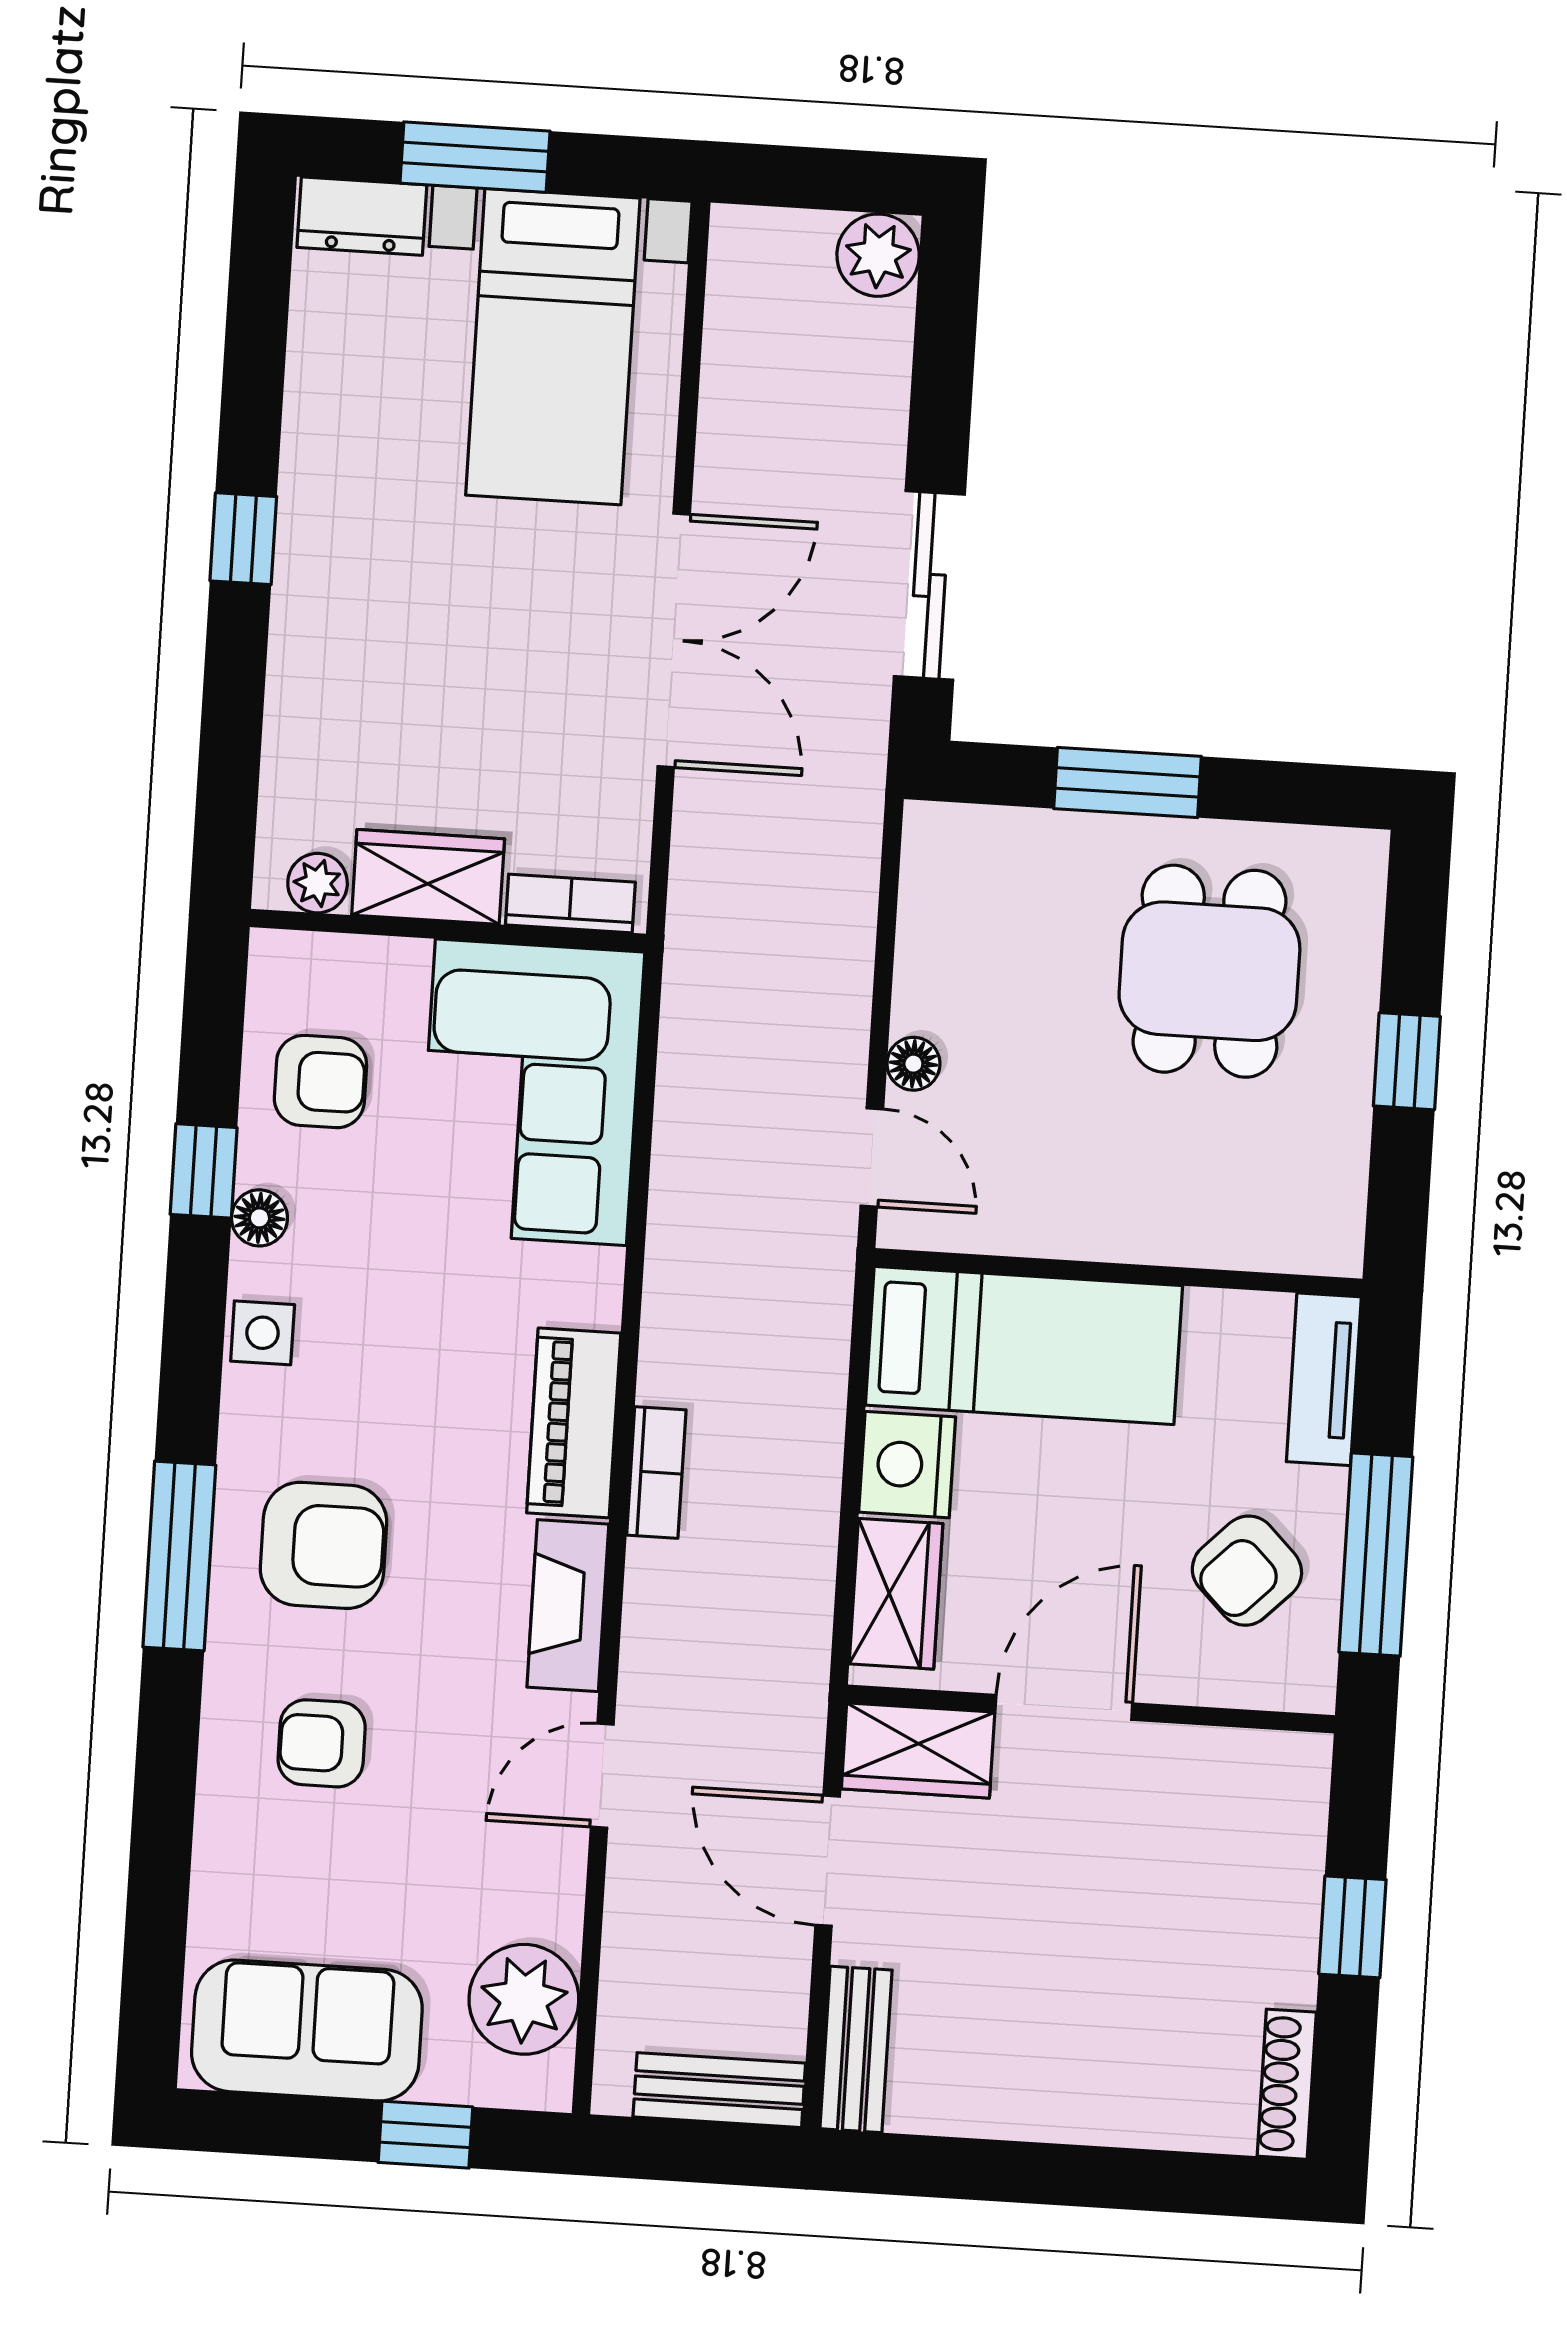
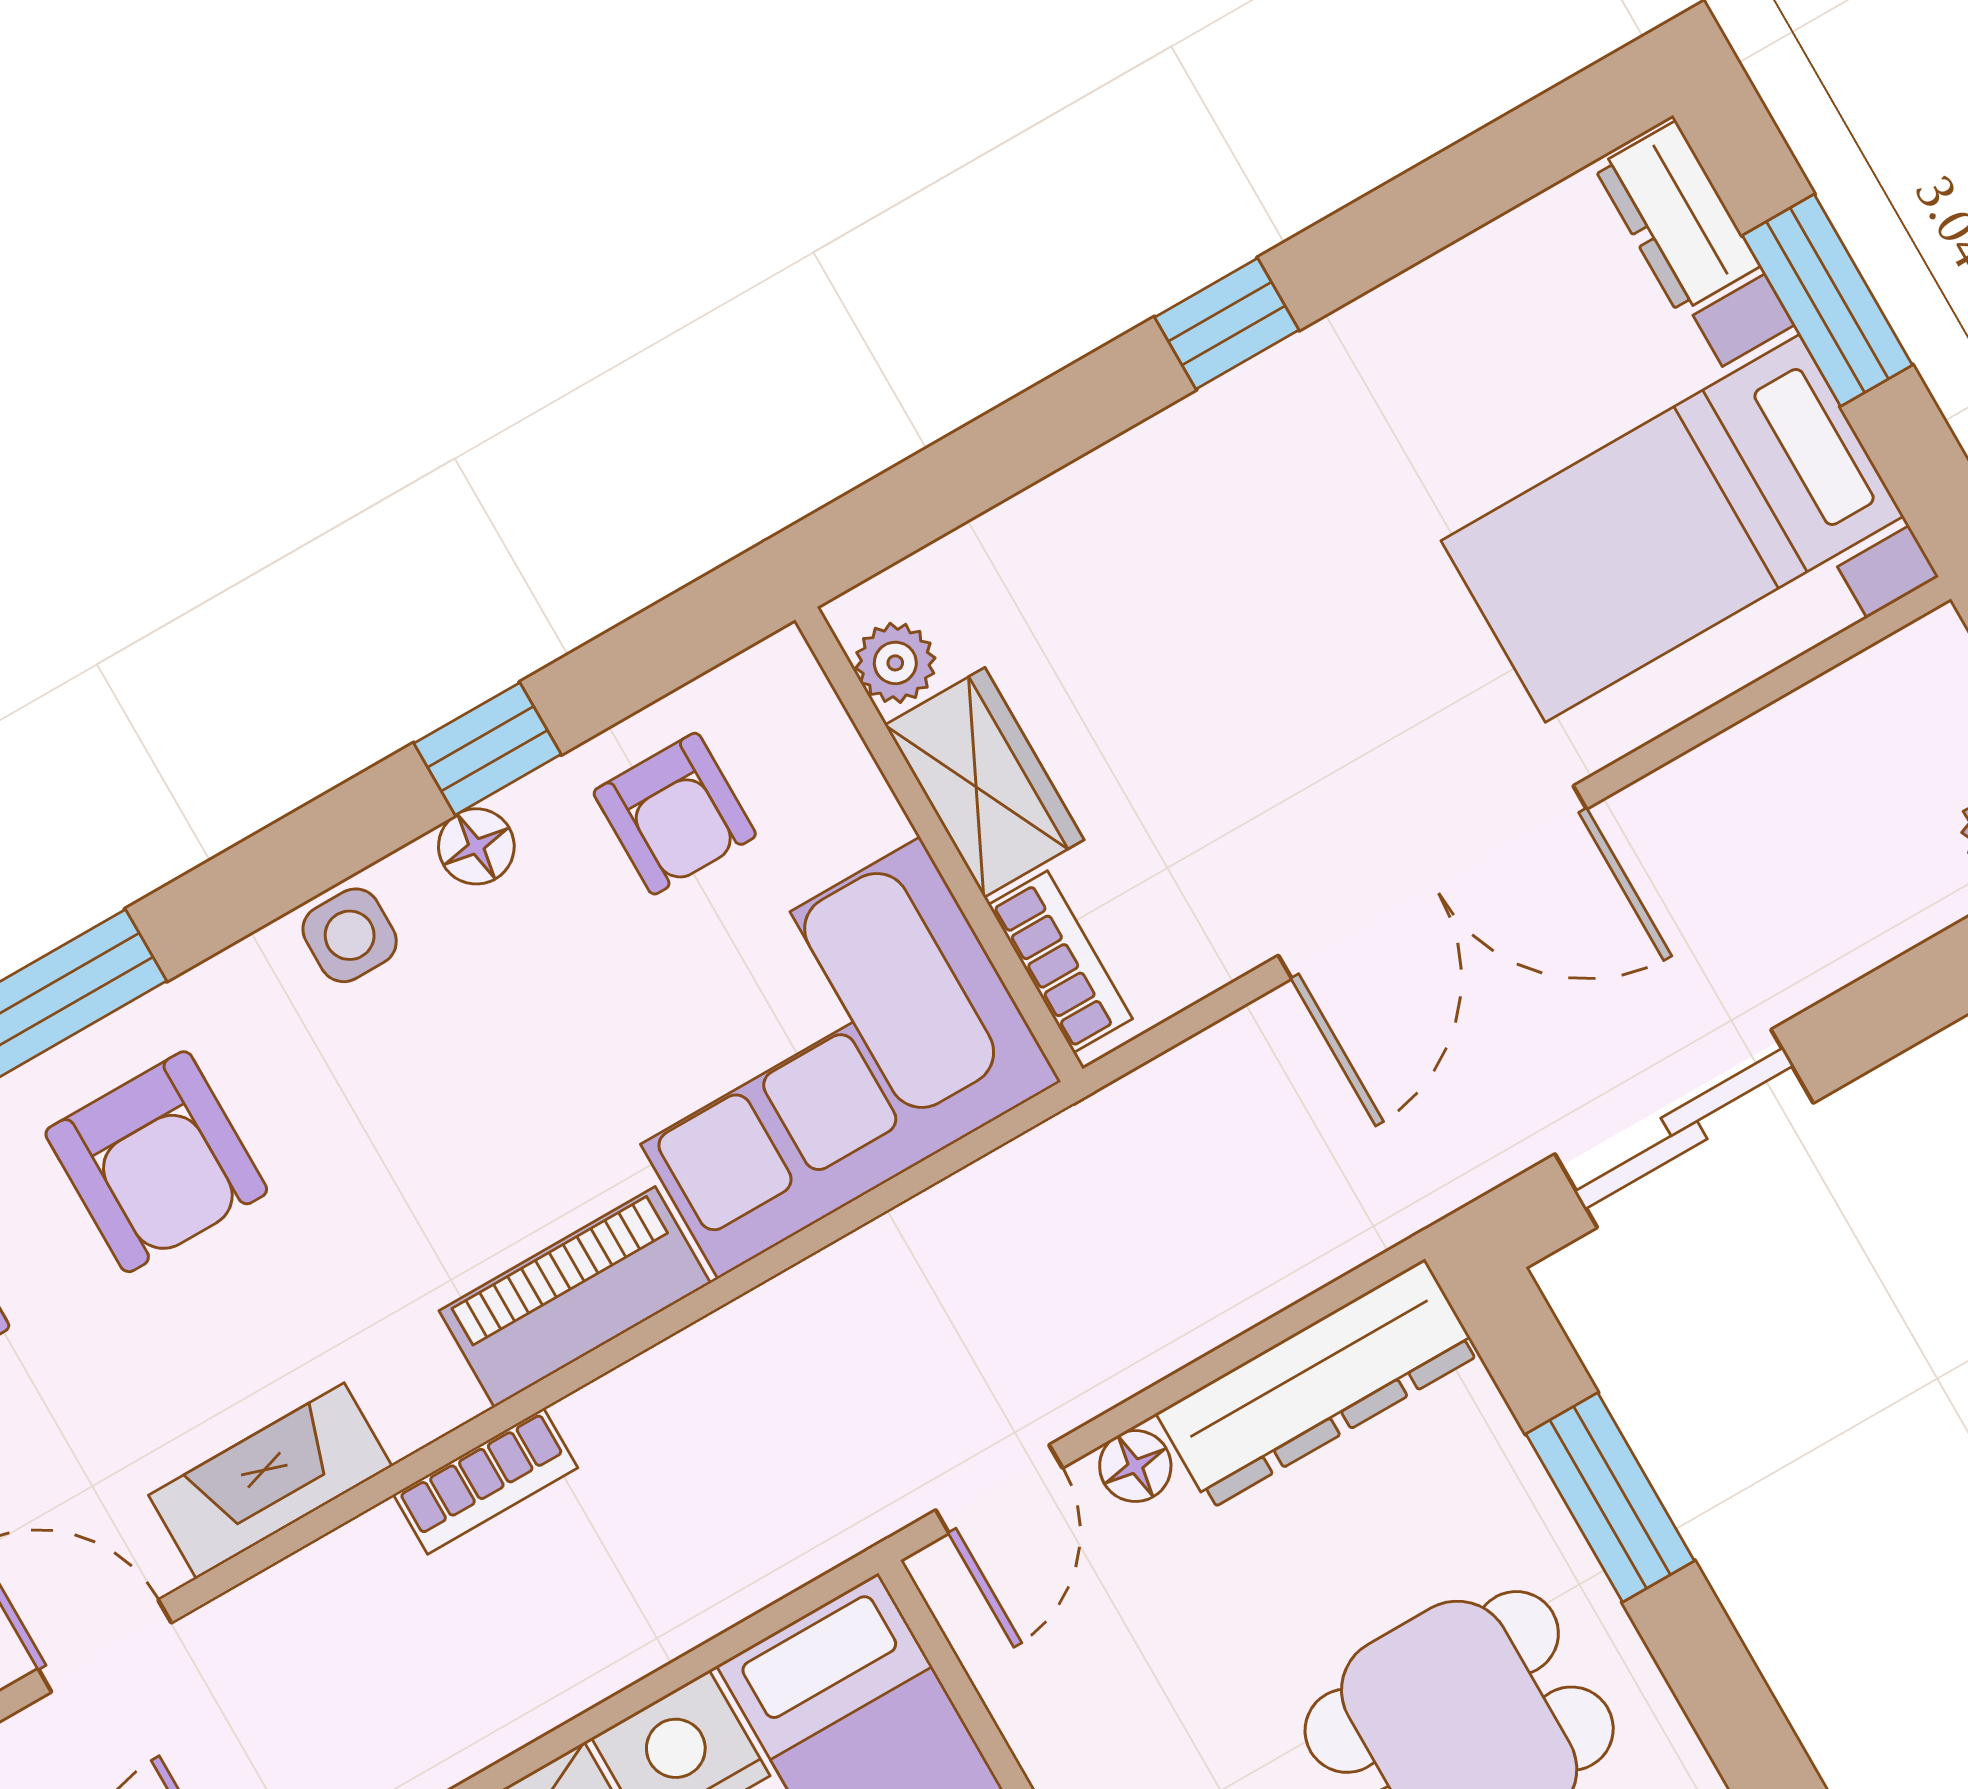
dresser: (937, 917) -> (1318, 1384), added
piano: (574, 1423) -> (575, 1297), moved

